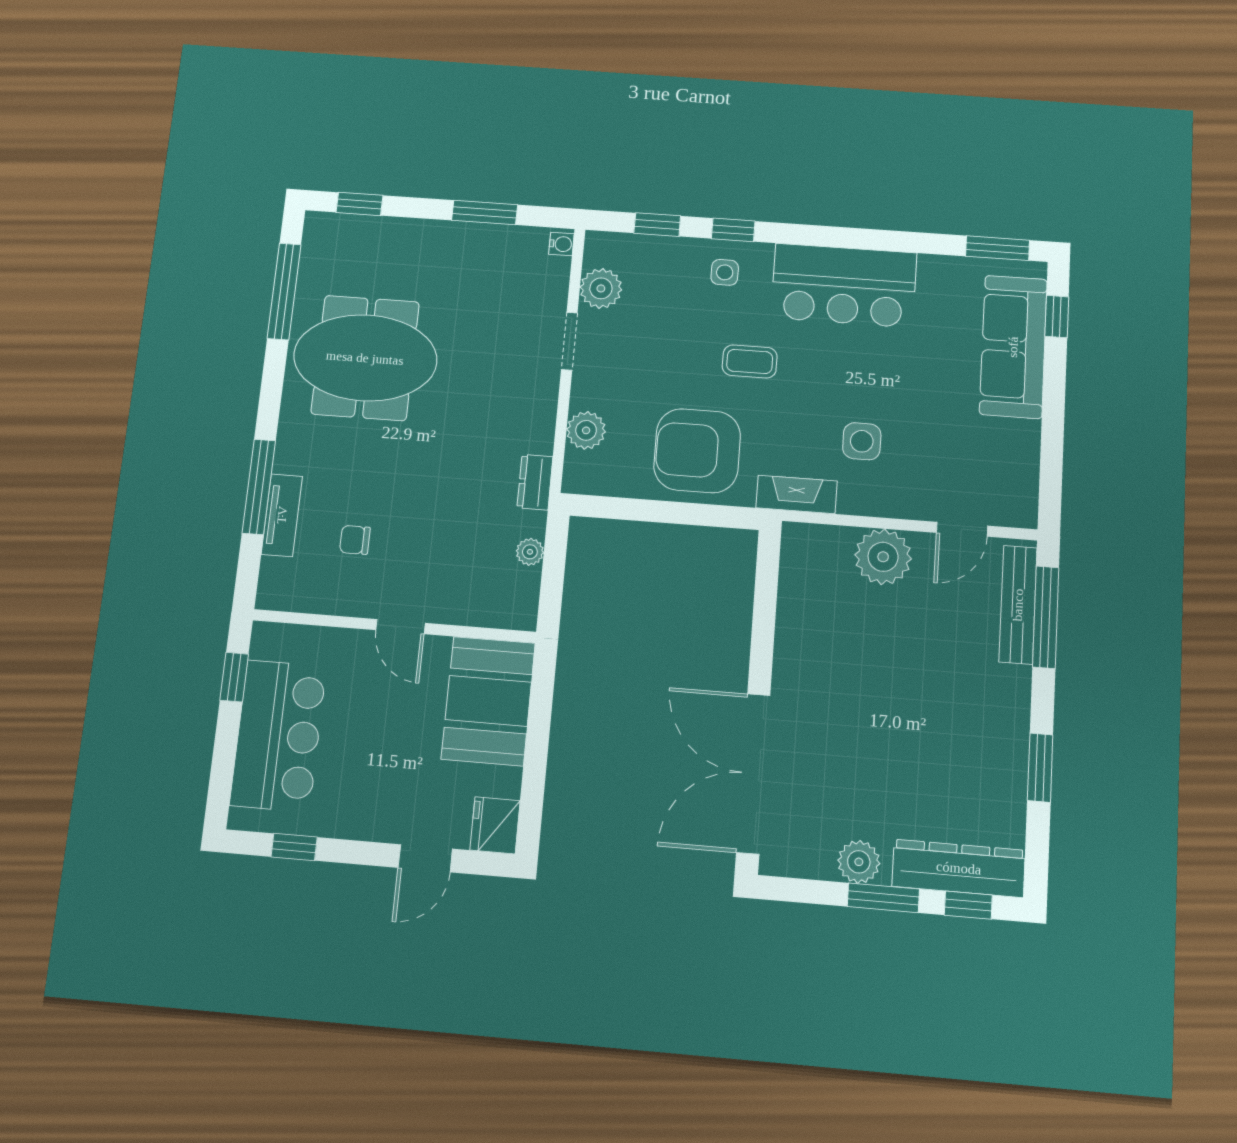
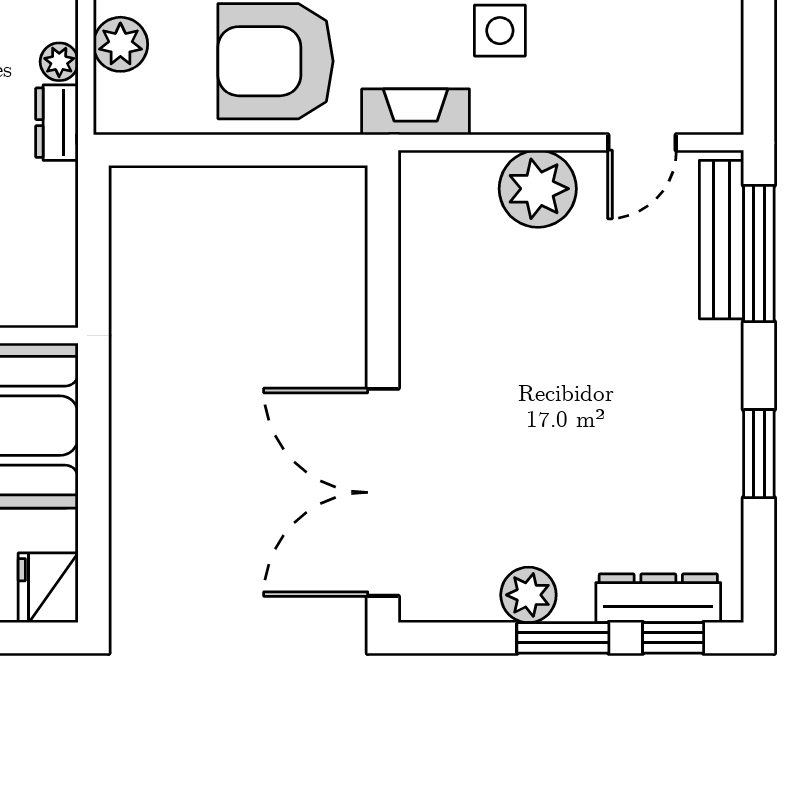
plant: (530, 552) -> (59, 62), moved
dresser: (959, 868) -> (658, 598), width x0.73, depth x0.80

